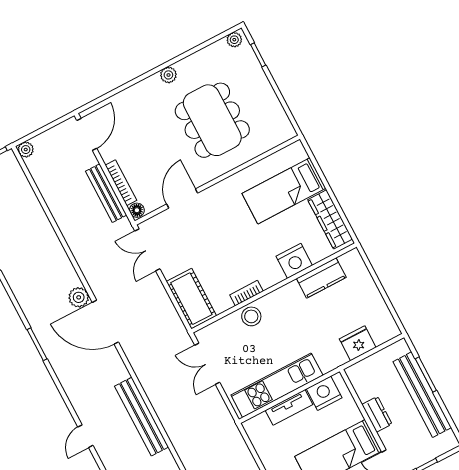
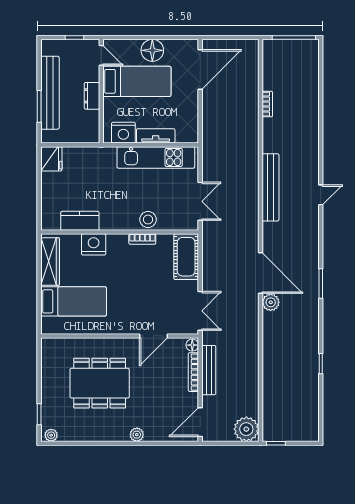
plant: (168, 75) -> (137, 435), moved
dining table: (212, 120) -> (100, 383), turned 90
plant: (26, 150) -> (246, 429), width x1.88, depth x1.88
fridge: (358, 343) -> (51, 159), moved, turned -90

